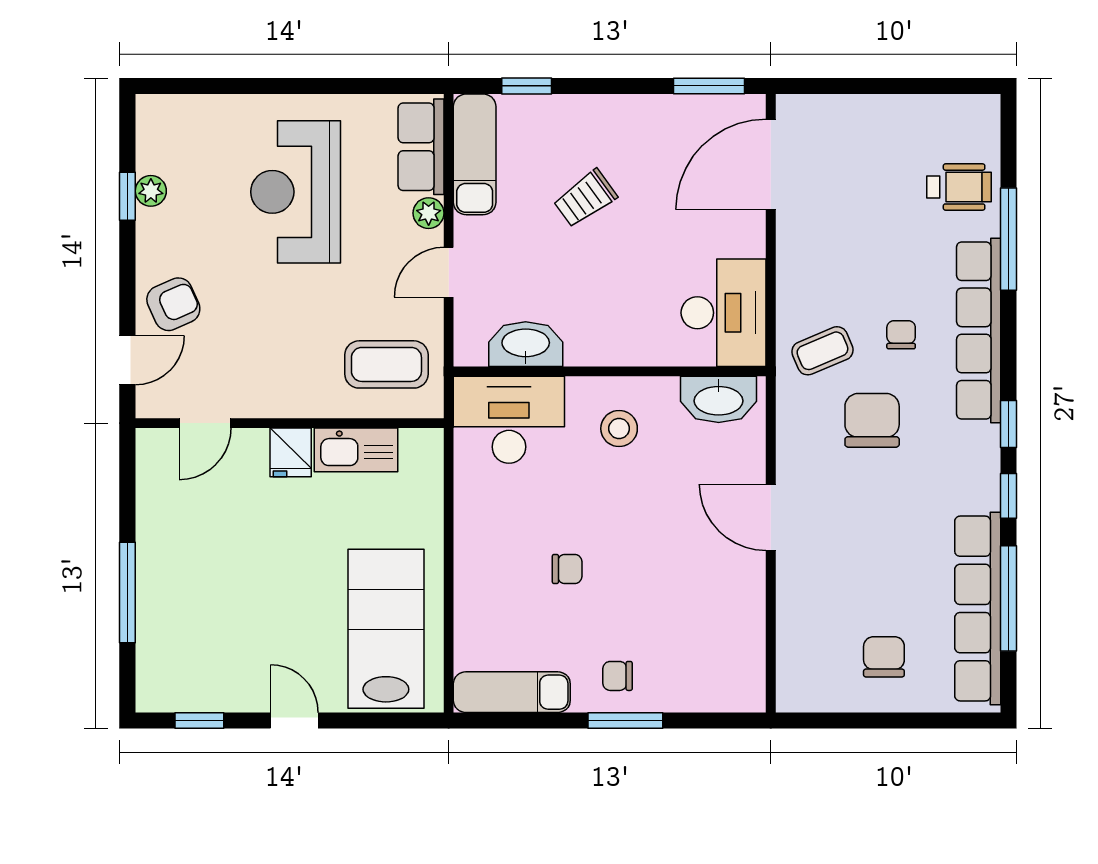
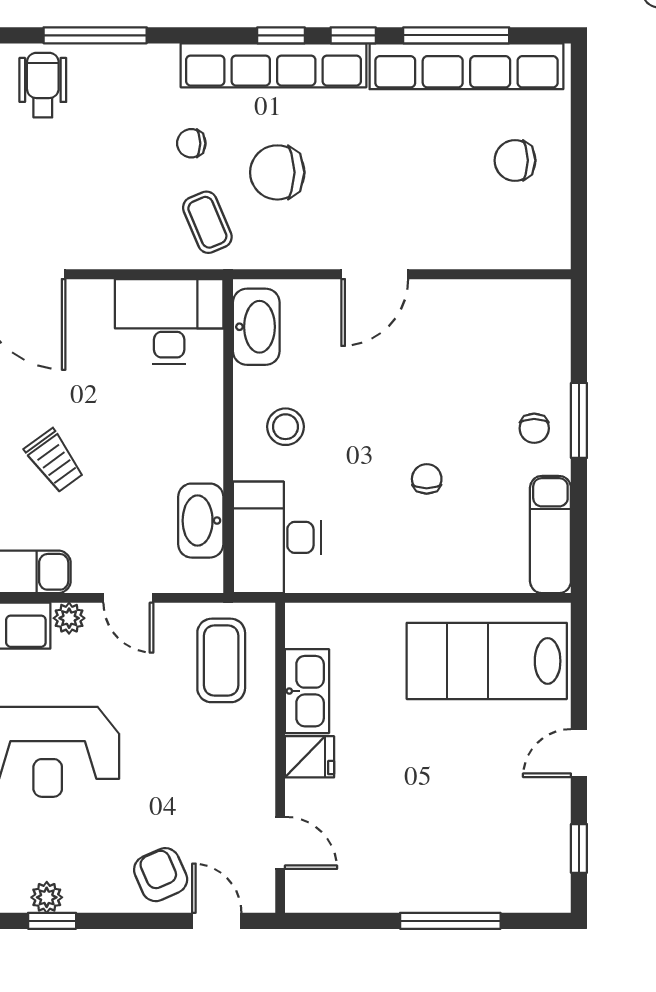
row of seats: (979, 330) -> (273, 65), moved

